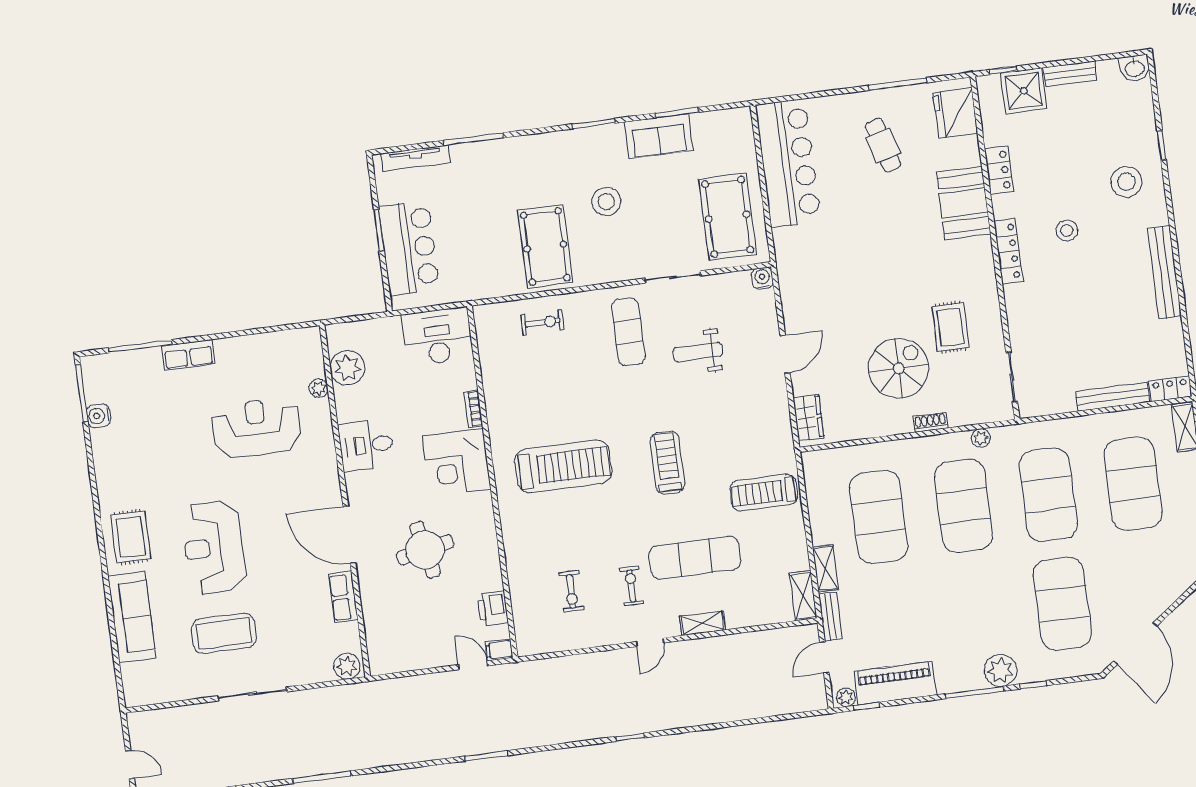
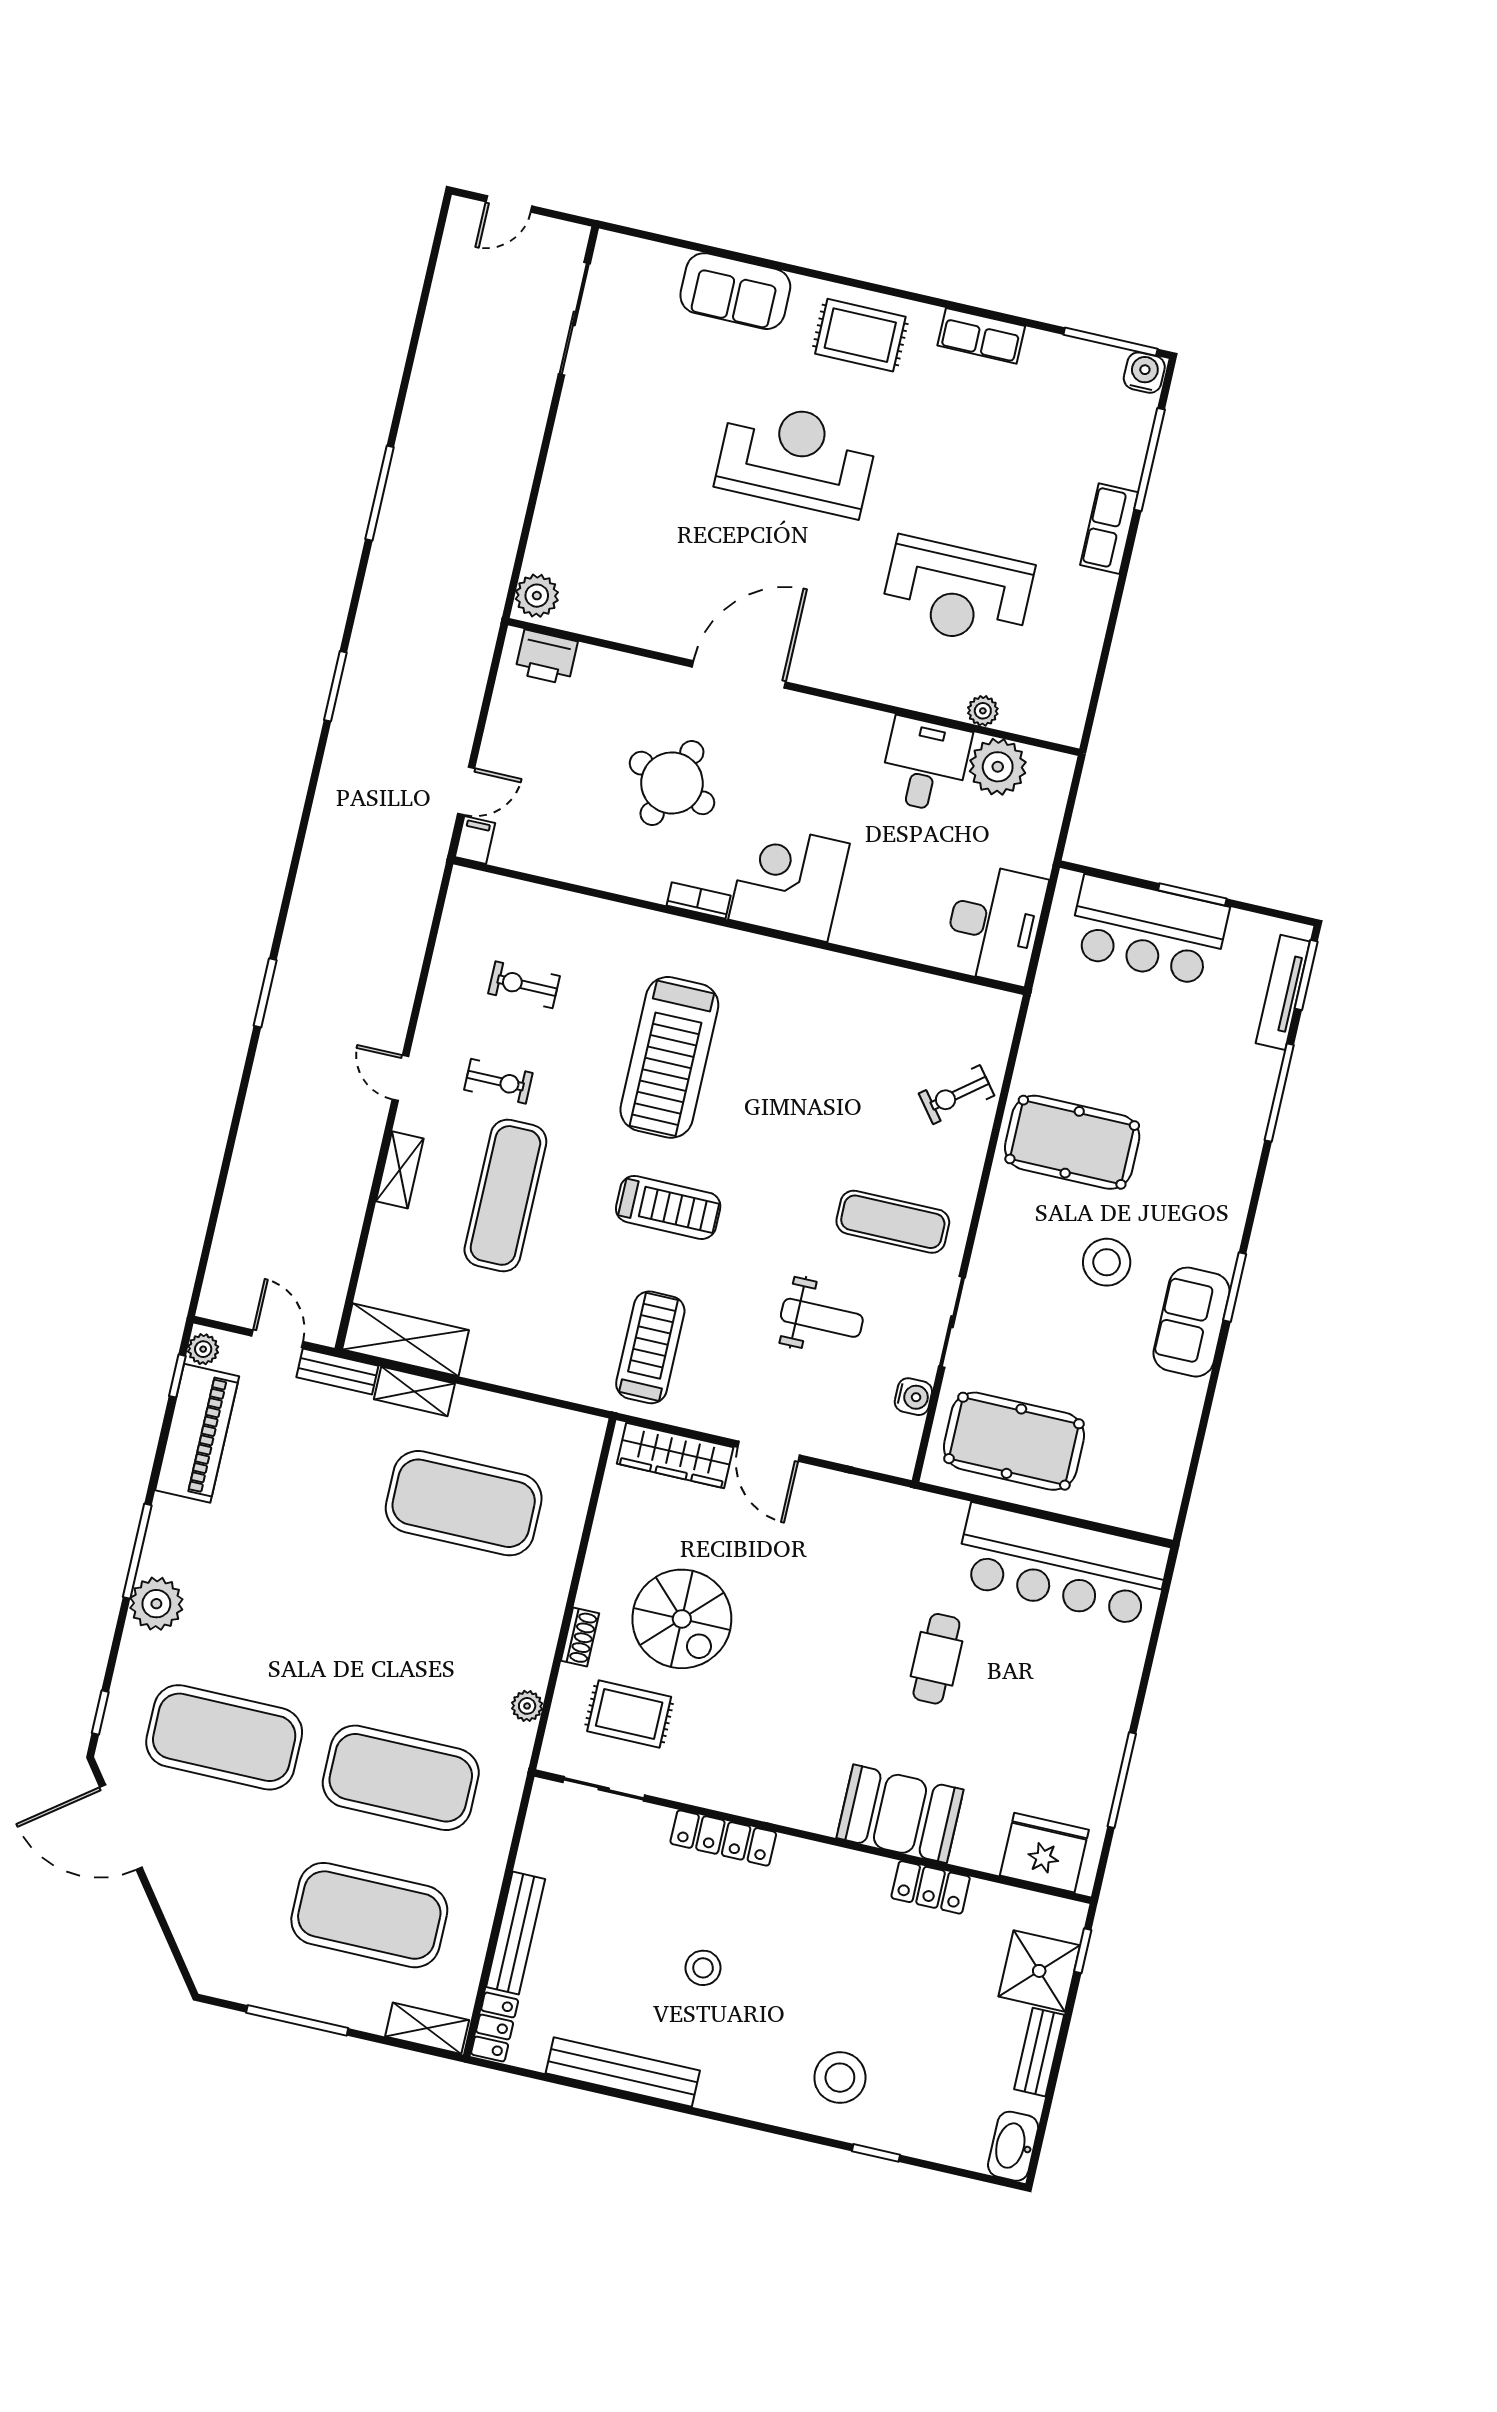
washbasin: (1135, 68) -> (1013, 2146), width x1.38
window: (677, 113) -> (1306, 975), moved
sofa: (659, 136) -> (1192, 1322), moved
cafe table: (883, 145) -> (936, 1659), moved, turned -74
stool: (1067, 231) -> (703, 1968), moved
locker: (1008, 251) -> (723, 1838), moved
bench: (1164, 272) -> (623, 2072), moved
water cooler: (762, 278) -> (913, 1397), moved
exercise bike: (542, 322) -> (957, 1095), turned 52
rug: (951, 327) -> (629, 1714), moved
weight bench: (698, 352) -> (822, 1318), turned 90
bookcase: (473, 409) -> (699, 900), moved
water cooler: (98, 416) -> (1144, 373), moved
wardrobe: (808, 417) -> (675, 1455), width x1.50
reception desk: (257, 428) -> (957, 592), turned 90
desk: (366, 445) -> (925, 765), moved
treadmill: (563, 466) -> (669, 1057), moved
treadmill: (764, 493) -> (650, 1347), moved
exercise mat: (963, 506) -> (432, 1640), removed
round table: (425, 550) -> (672, 783), turned 32
shelving: (803, 596) -> (406, 1340), width x1.50, depth x1.33
row of seats: (343, 597) -> (981, 336), moved, turned 180
printer: (493, 608) -> (546, 657), moved, turned 180
sofa: (132, 617) -> (735, 291), width x0.73
coffee table: (224, 633) -> (658, 424), removed
window: (1033, 685) -> (100, 1713), moved
sliding door: (252, 694) -> (574, 319), moved
window: (630, 737) -> (265, 993), width x1.50
window: (486, 756) -> (335, 686), moved

